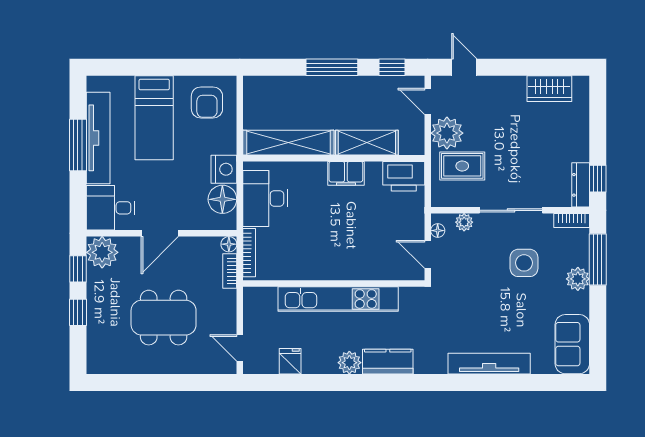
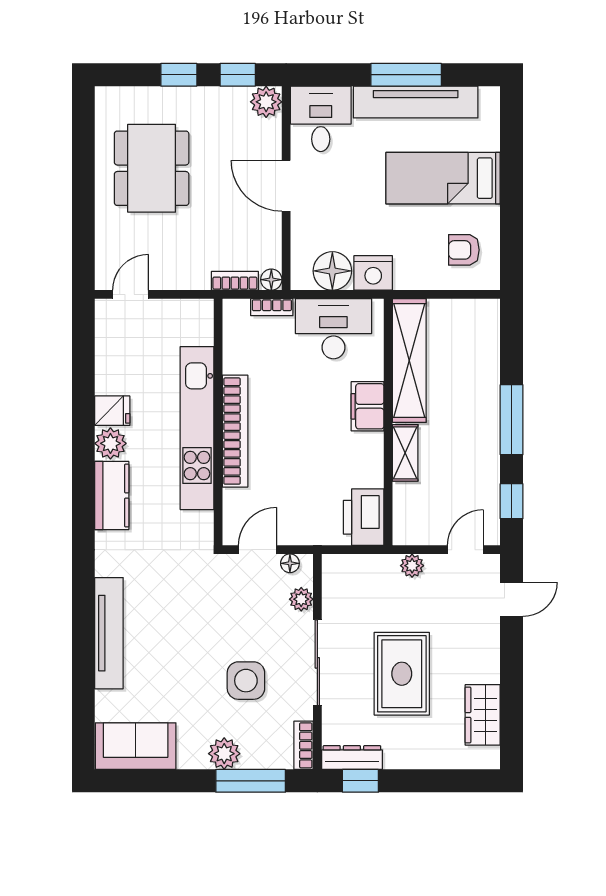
armchair: (207, 102) -> (464, 250), width x0.72, depth x0.72
plant: (447, 133) -> (412, 566), width x0.53, depth x0.53
shelving: (367, 143) -> (405, 453), width x0.67, depth x0.75
rug: (462, 166) -> (402, 674), moved, width x1.36, depth x1.43
filing cabinet: (346, 173) -> (368, 406), moved
plant: (102, 252) -> (266, 102), width x0.73, depth x0.73
bookcase: (249, 253) -> (272, 307), width x0.64
bookcase: (340, 271) -> (235, 431), added
dining table: (164, 318) -> (152, 168), moved
fridge: (290, 361) -> (112, 411), moved

